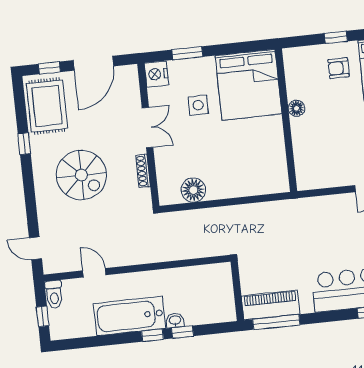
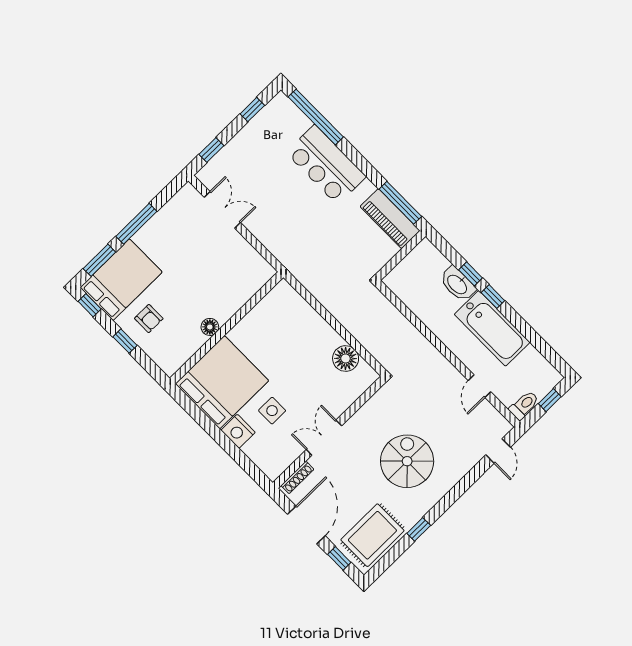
window: (187, 53) -> (236, 454), removed
door: (93, 63) -> (306, 525), hinge flipped
nightstand: (156, 74) -> (238, 431), moved, turned 90
shoe rack: (143, 171) -> (297, 477), moved
washbasin: (175, 320) -> (457, 284), width x1.91, depth x1.45

